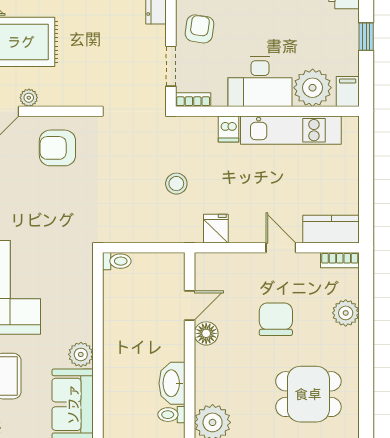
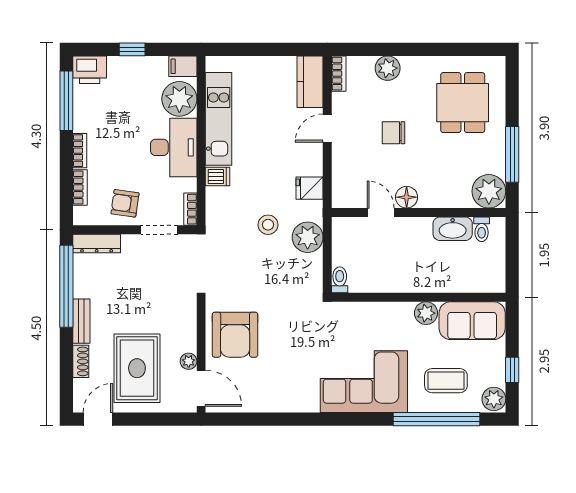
armchair: (57, 148) -> (235, 335), width x1.36, depth x1.36
plant: (163, 226) -> (308, 237), added
chair: (276, 319) -> (393, 133), width x0.73, depth x0.73

